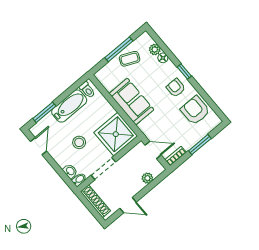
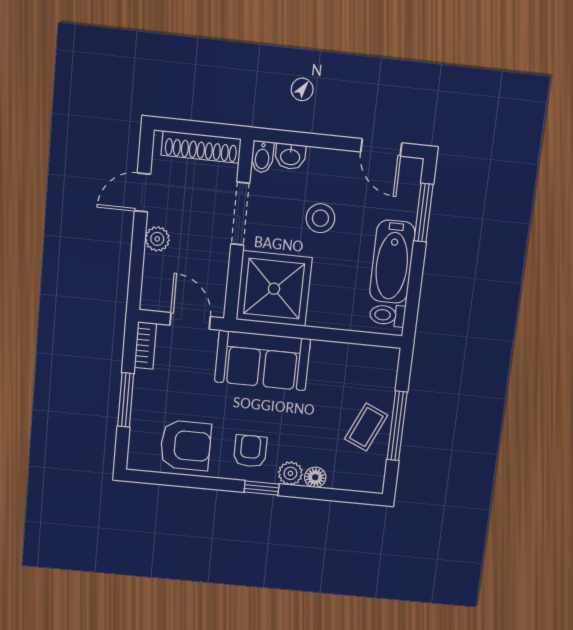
plant: (155, 49) -> (290, 473), moved
armchair: (176, 88) -> (250, 451), turned -90
sofa: (131, 102) -> (262, 360), moved
door: (153, 150) -> (190, 321), swing flipped
plant: (147, 178) -> (157, 239), moved

